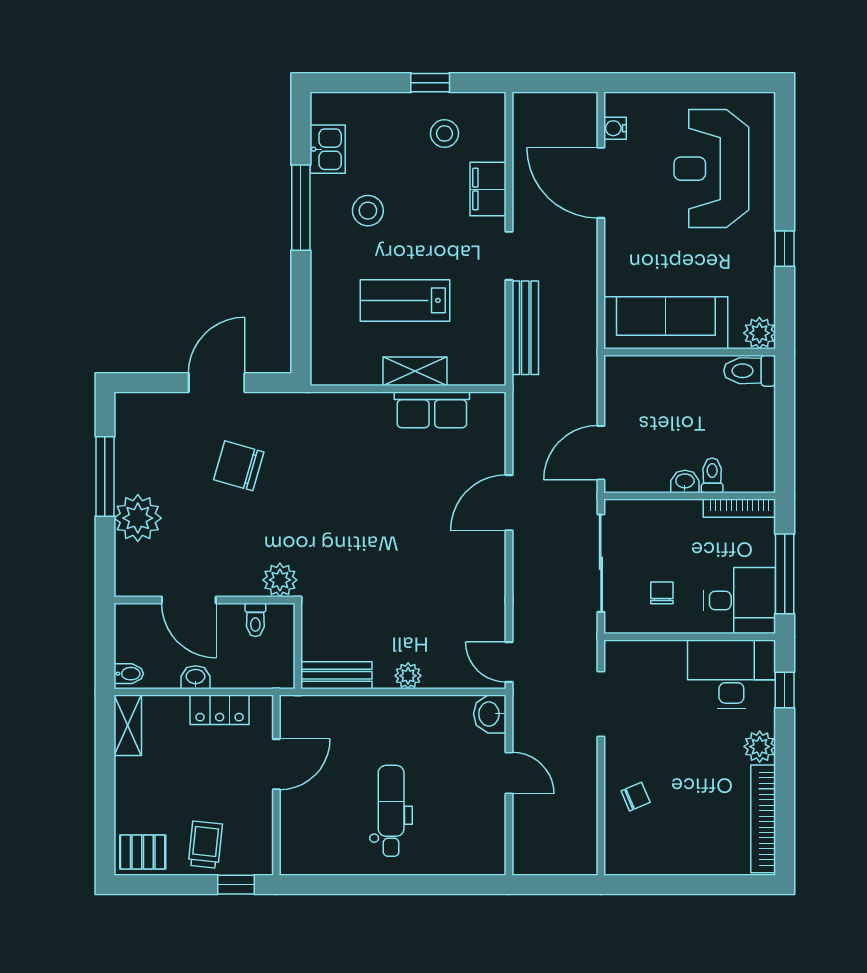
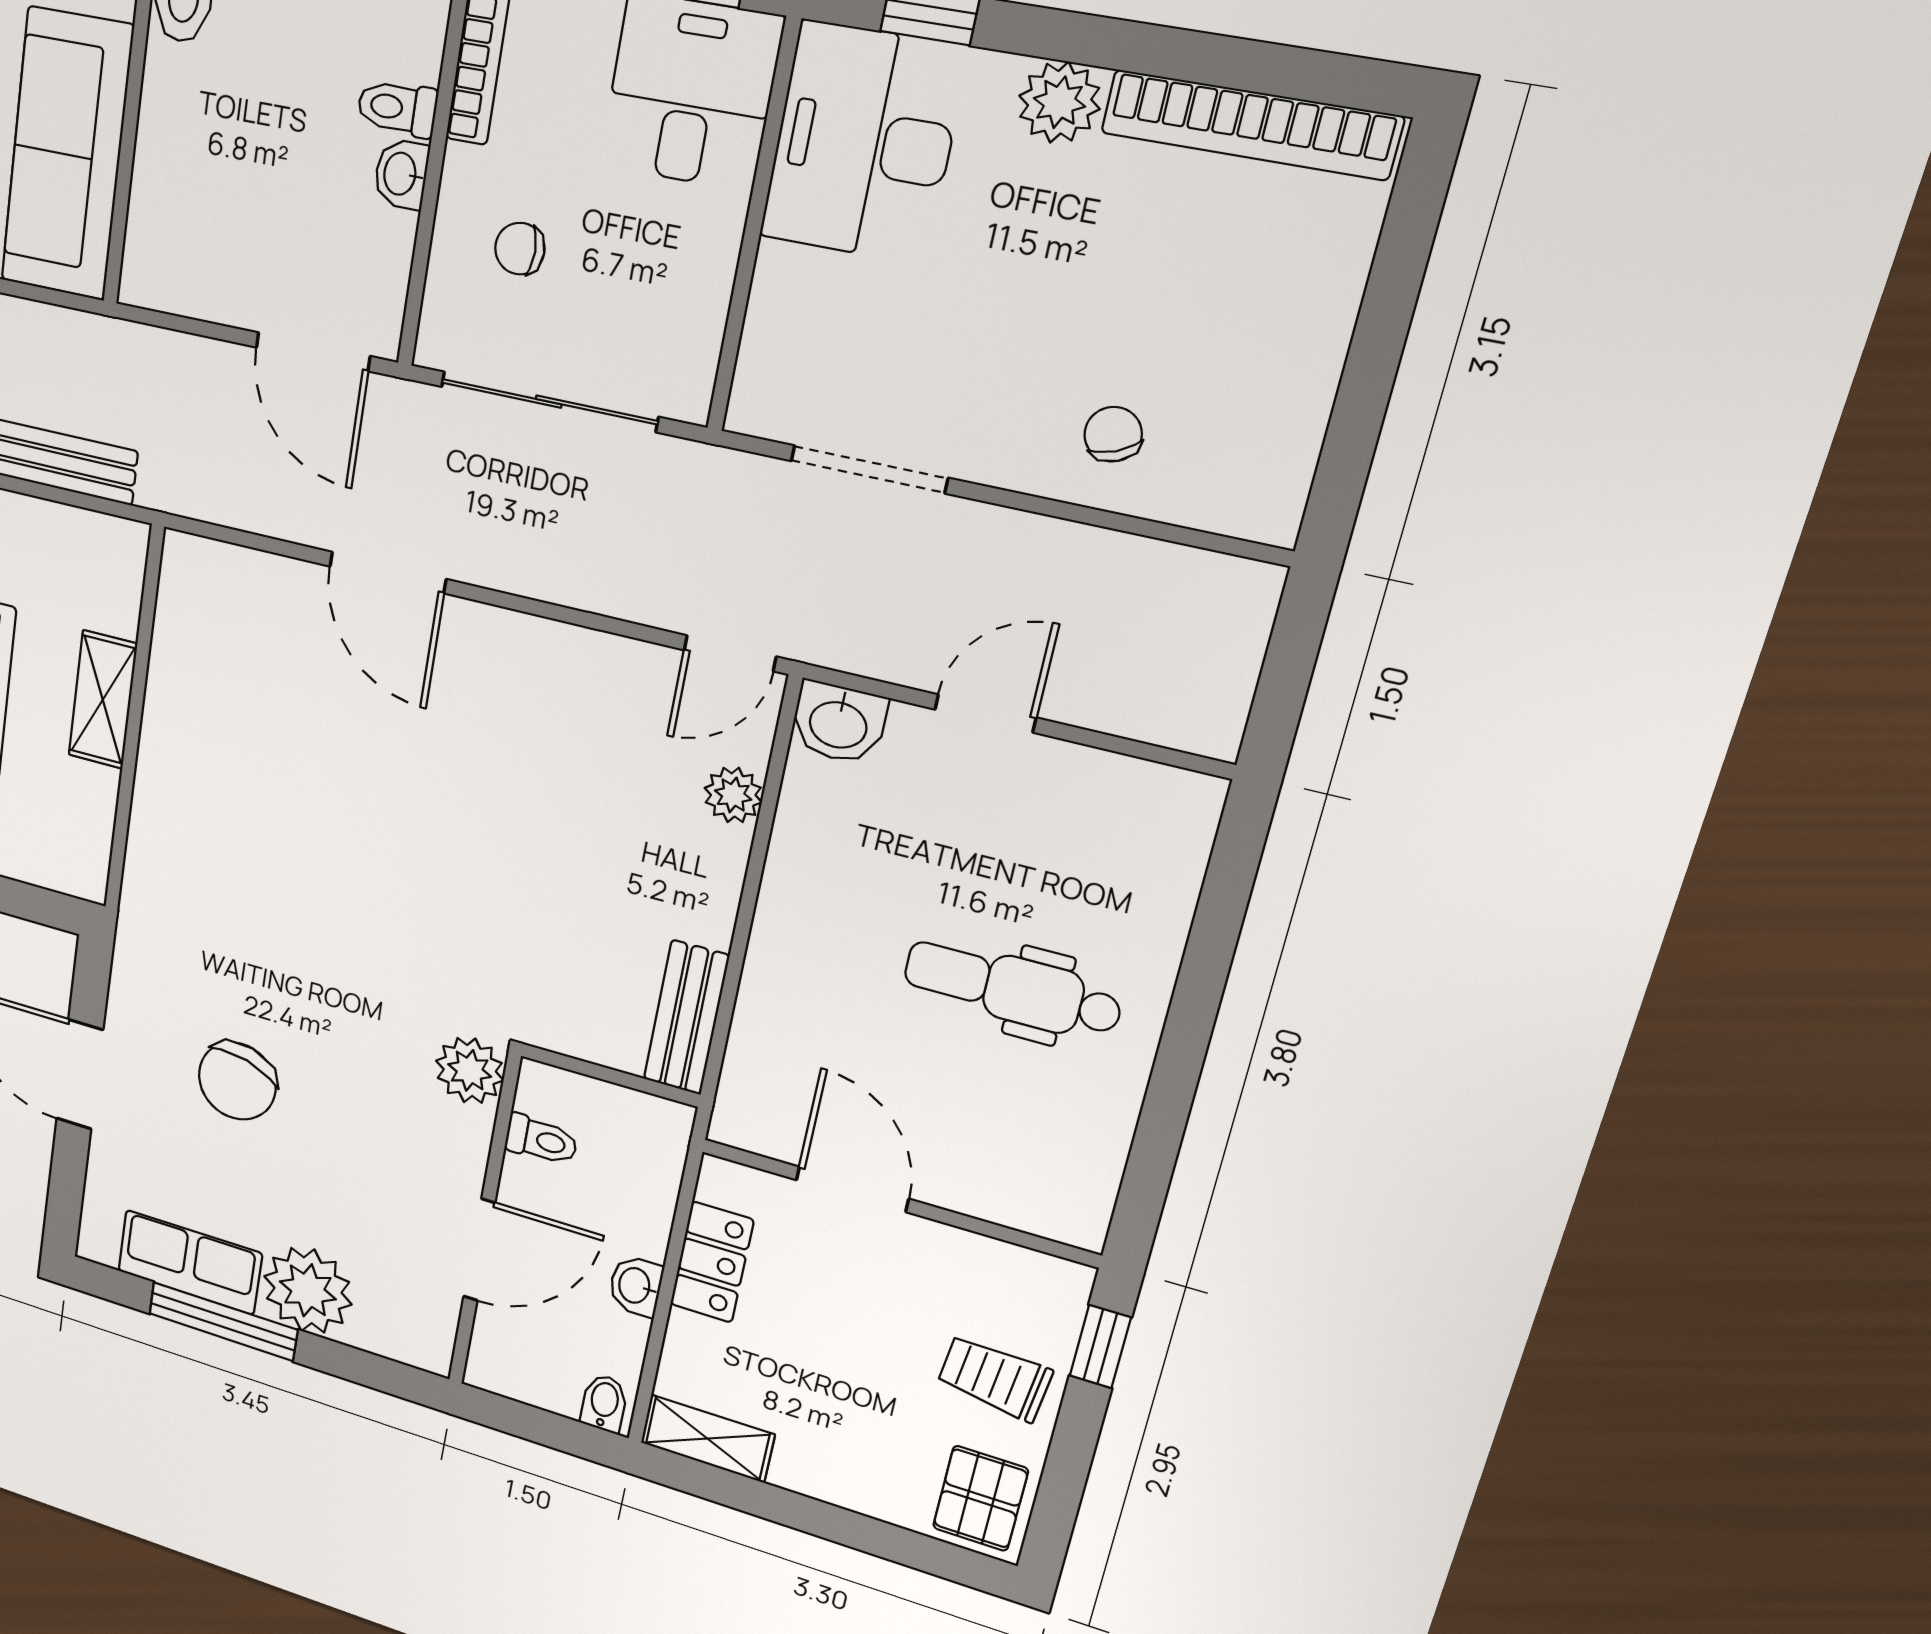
row of seats: (432, 410) -> (190, 1262), moved, turned -90
chair: (662, 593) -> (520, 249), moved
plant: (408, 676) -> (733, 795), moved

